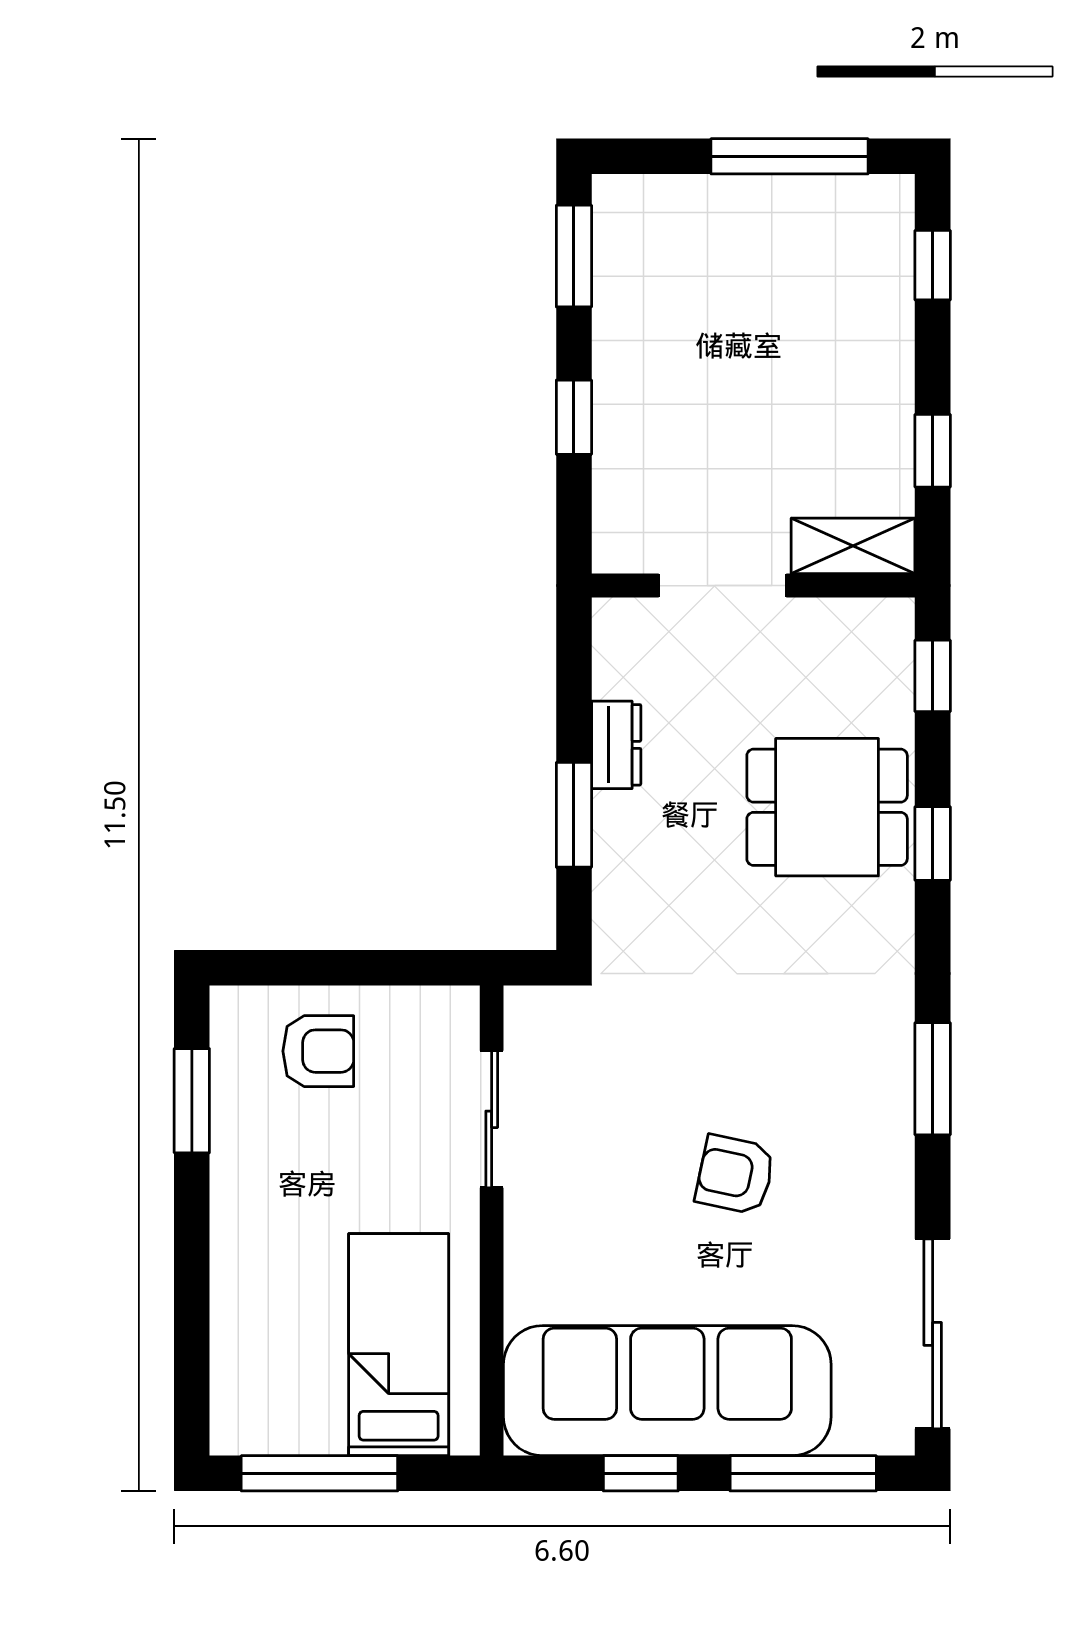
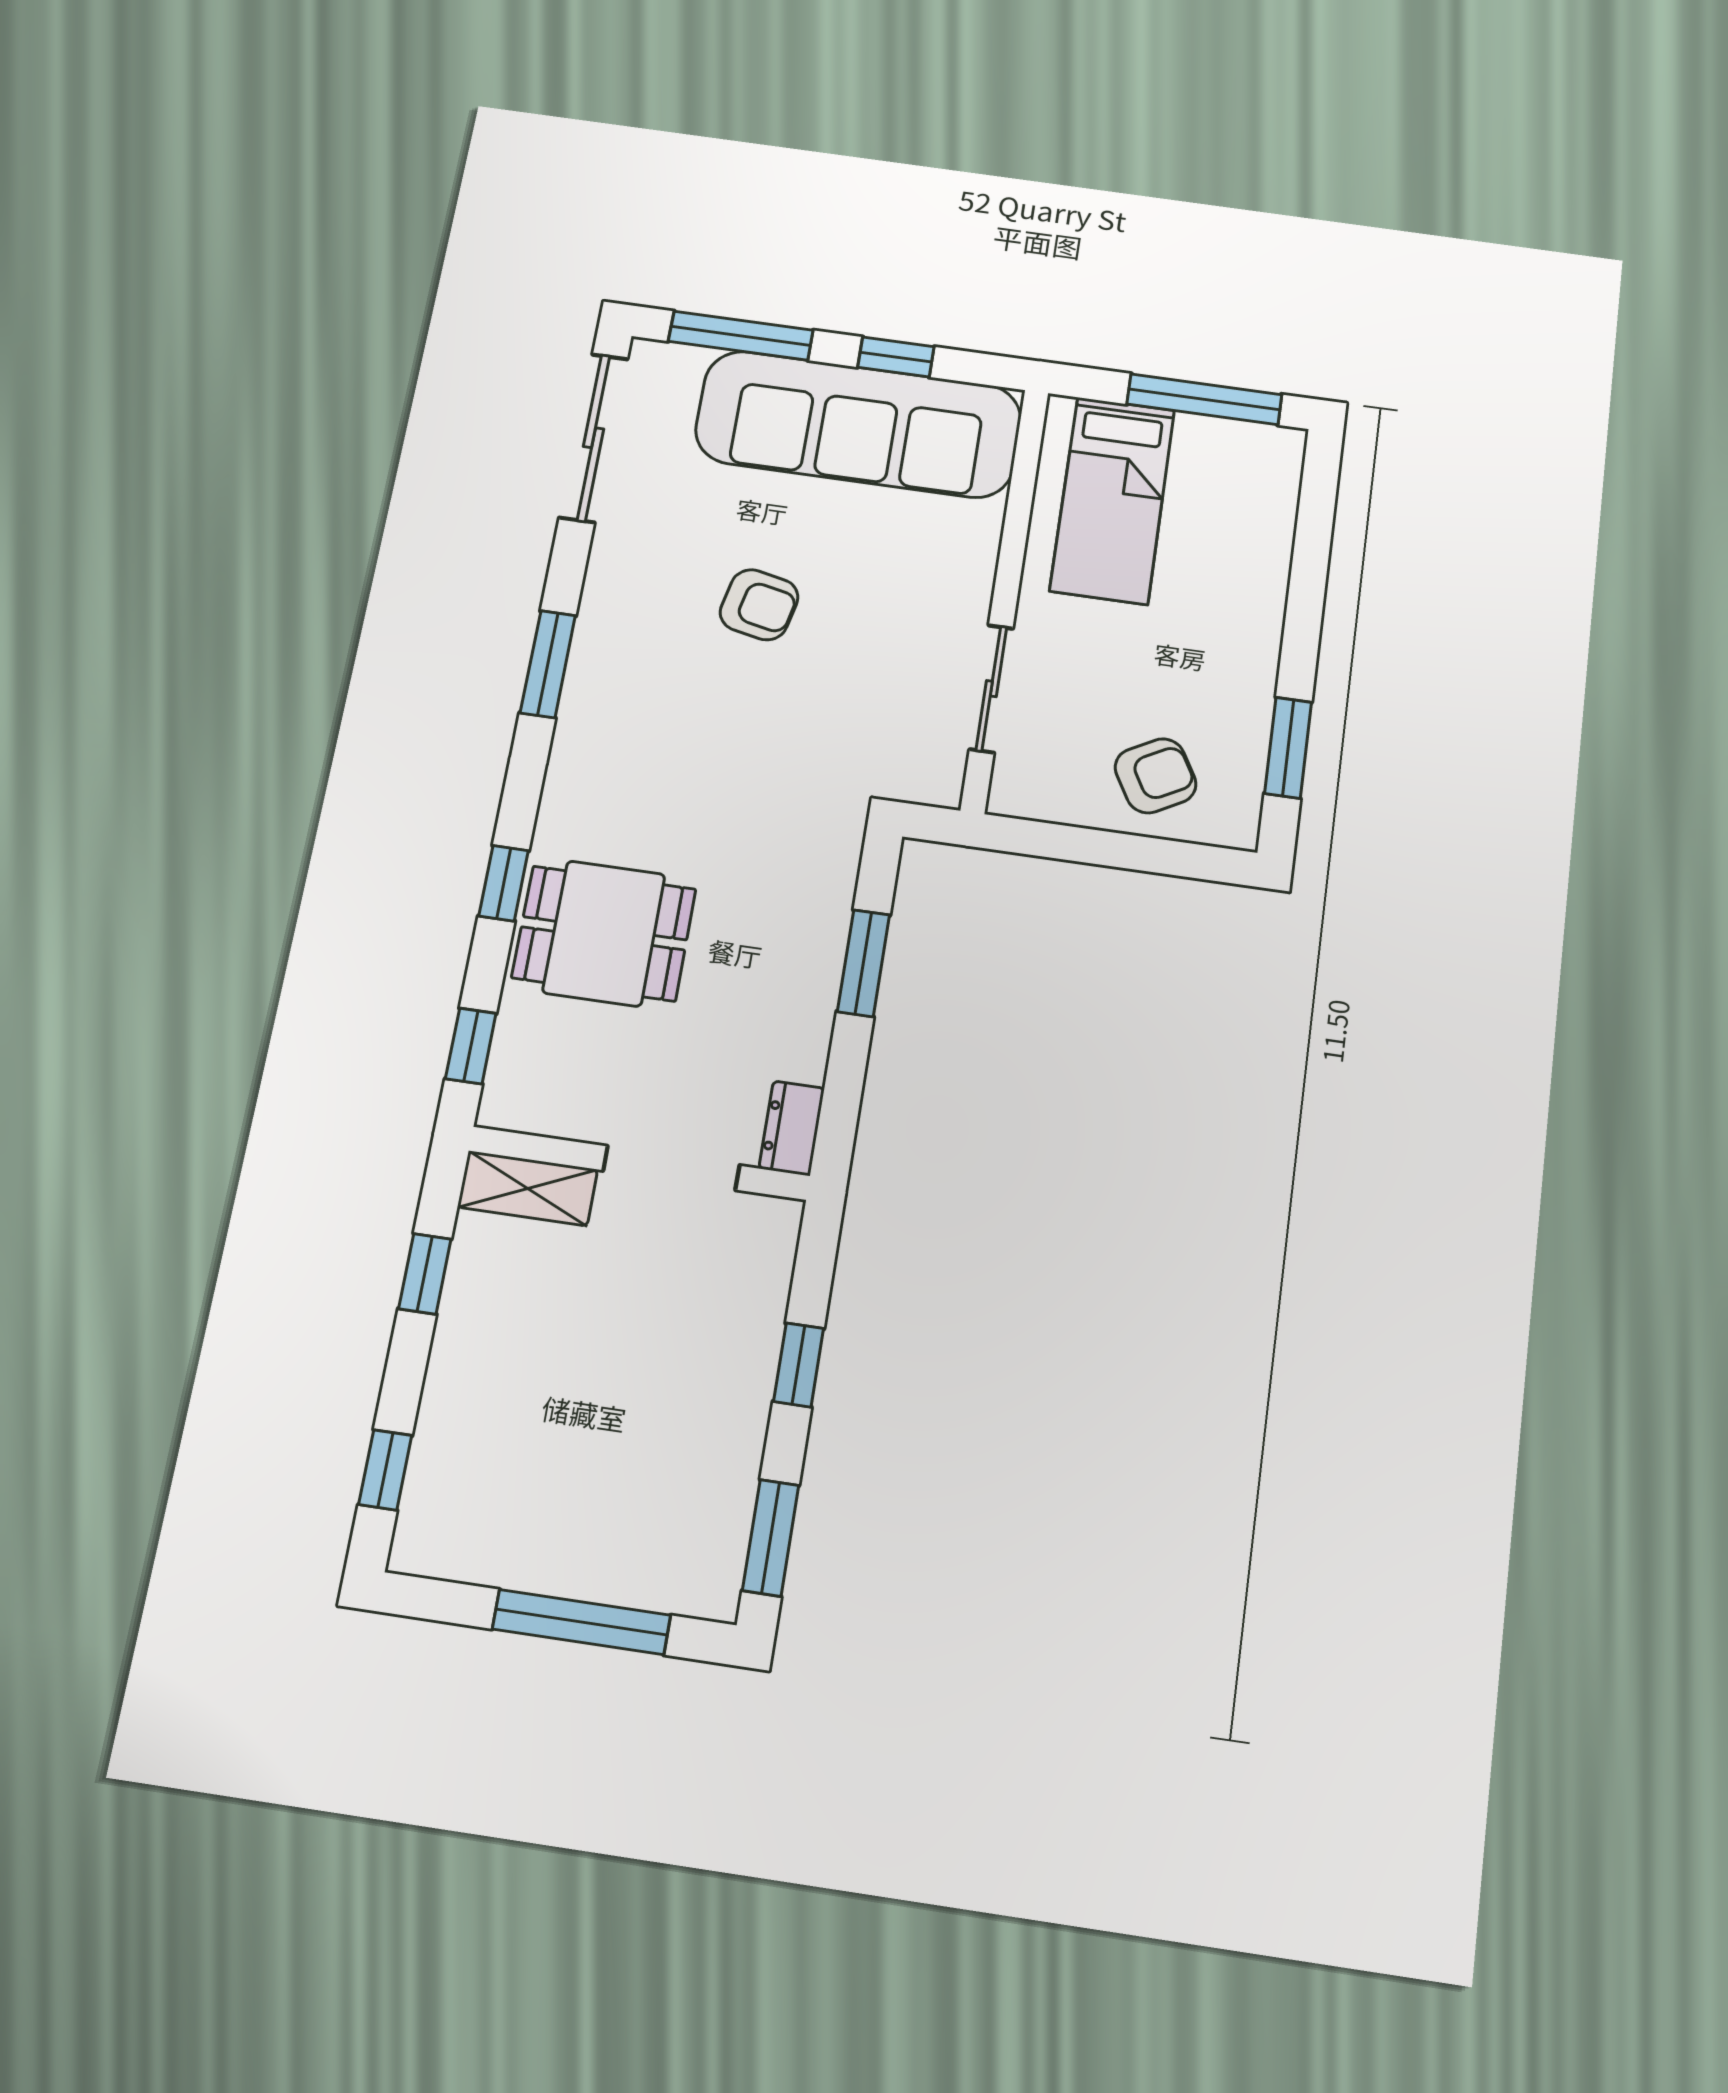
window: (790, 156) -> (581, 1622), moved
dresser: (616, 745) -> (792, 1128), moved
armchair: (318, 1051) -> (1155, 776), turned 151

